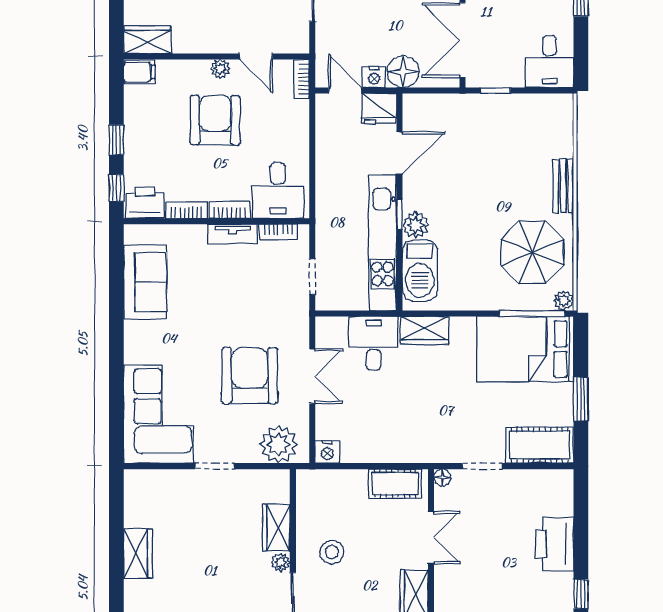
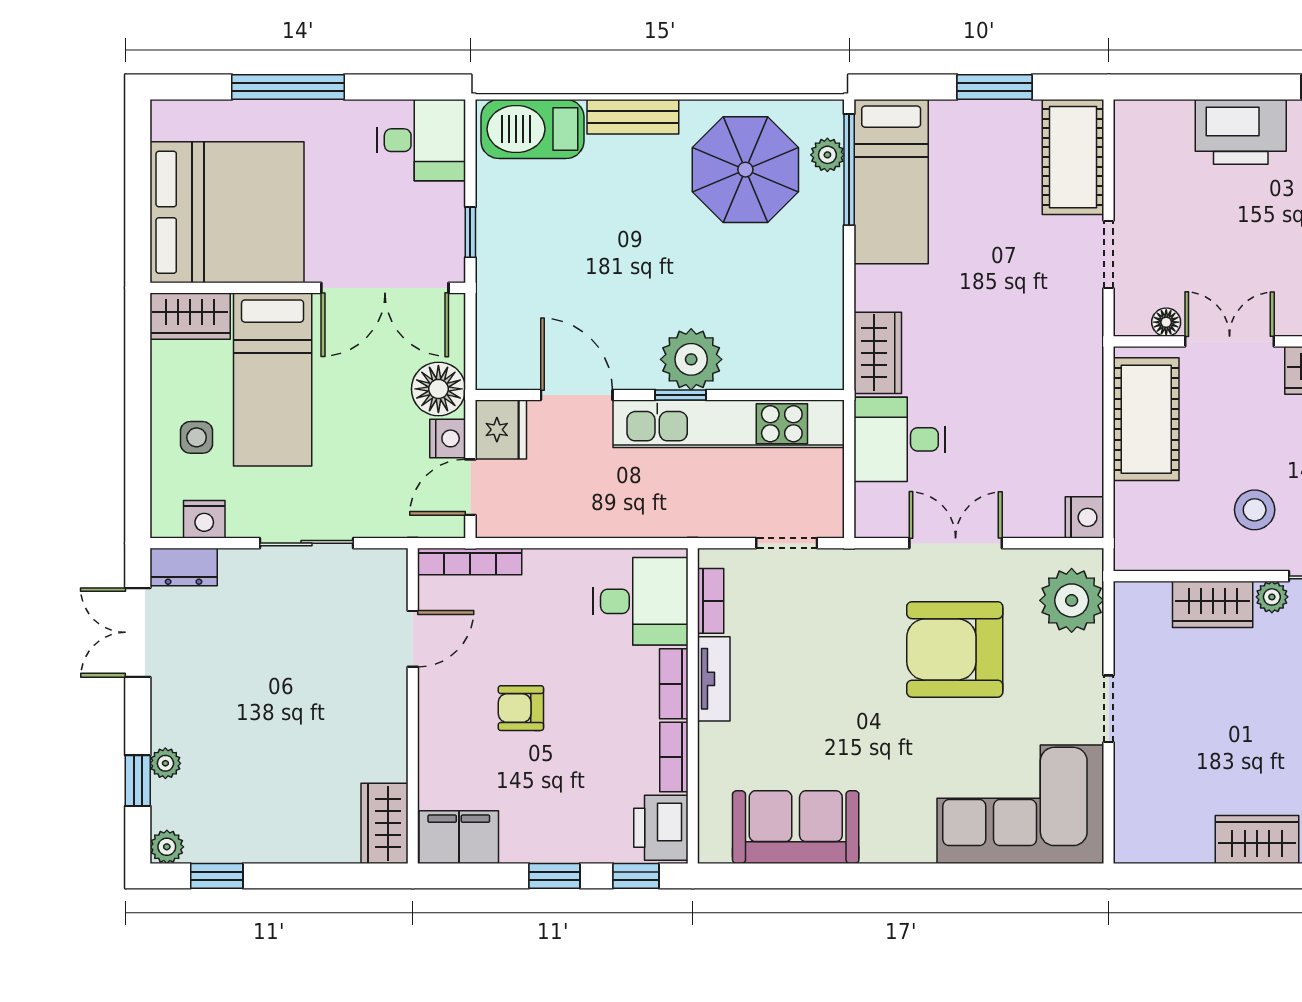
plant: (220, 69) -> (434, 699), removed
filing cabinet: (139, 72) -> (459, 837), width x2.00
bookcase: (302, 79) -> (470, 561), width x1.56
armchair: (215, 120) -> (521, 708), width x0.53, depth x0.53
plant: (416, 225) -> (691, 359), width x1.36, depth x1.36
barbecue: (420, 271) -> (532, 129), moved, turned 180
plant: (564, 301) -> (827, 155), moved
bed: (525, 349) -> (891, 182), width x0.67
floor lamp: (442, 477) -> (1166, 322), moved
cot: (395, 483) -> (1146, 419), width x1.37, depth x1.34

